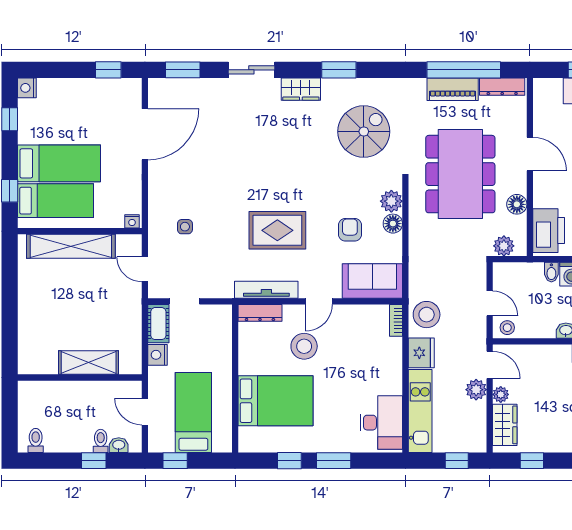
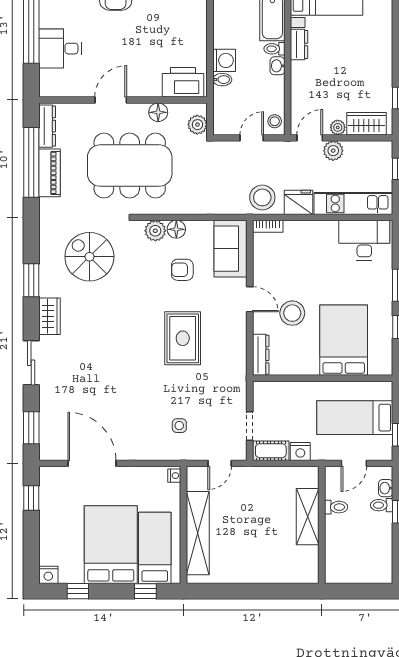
bed: (59, 163) -> (111, 545), width x1.50
tv unit: (266, 290) -> (239, 349), removed
toilet: (36, 440) -> (336, 507), moved, turned 180

